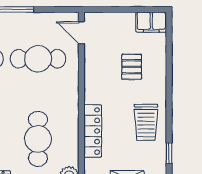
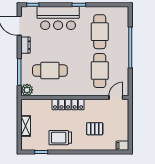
filing cabinet: (151, 22) -> (122, 146), width x0.50
locker: (93, 131) -> (68, 105), moved

